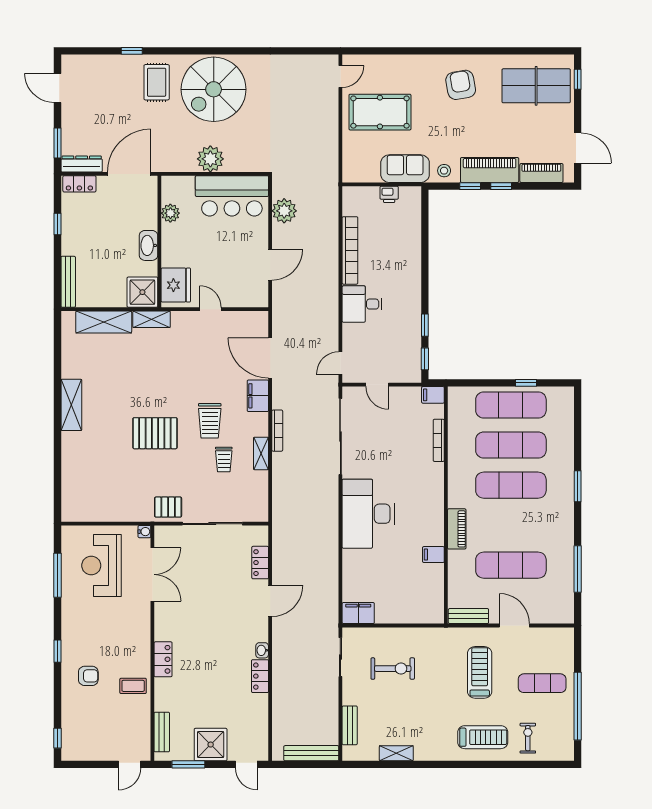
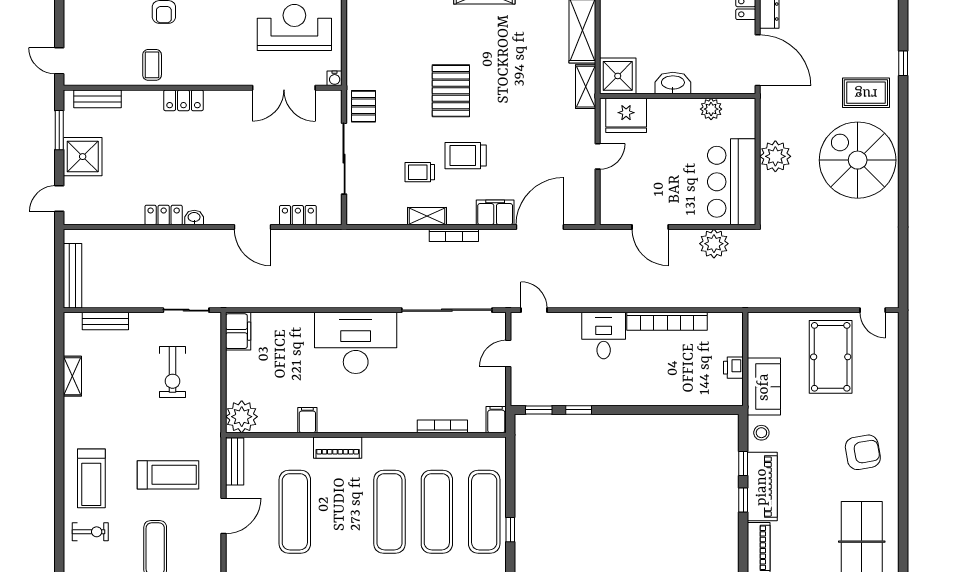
plant: (431, 610) -> (242, 417), added

